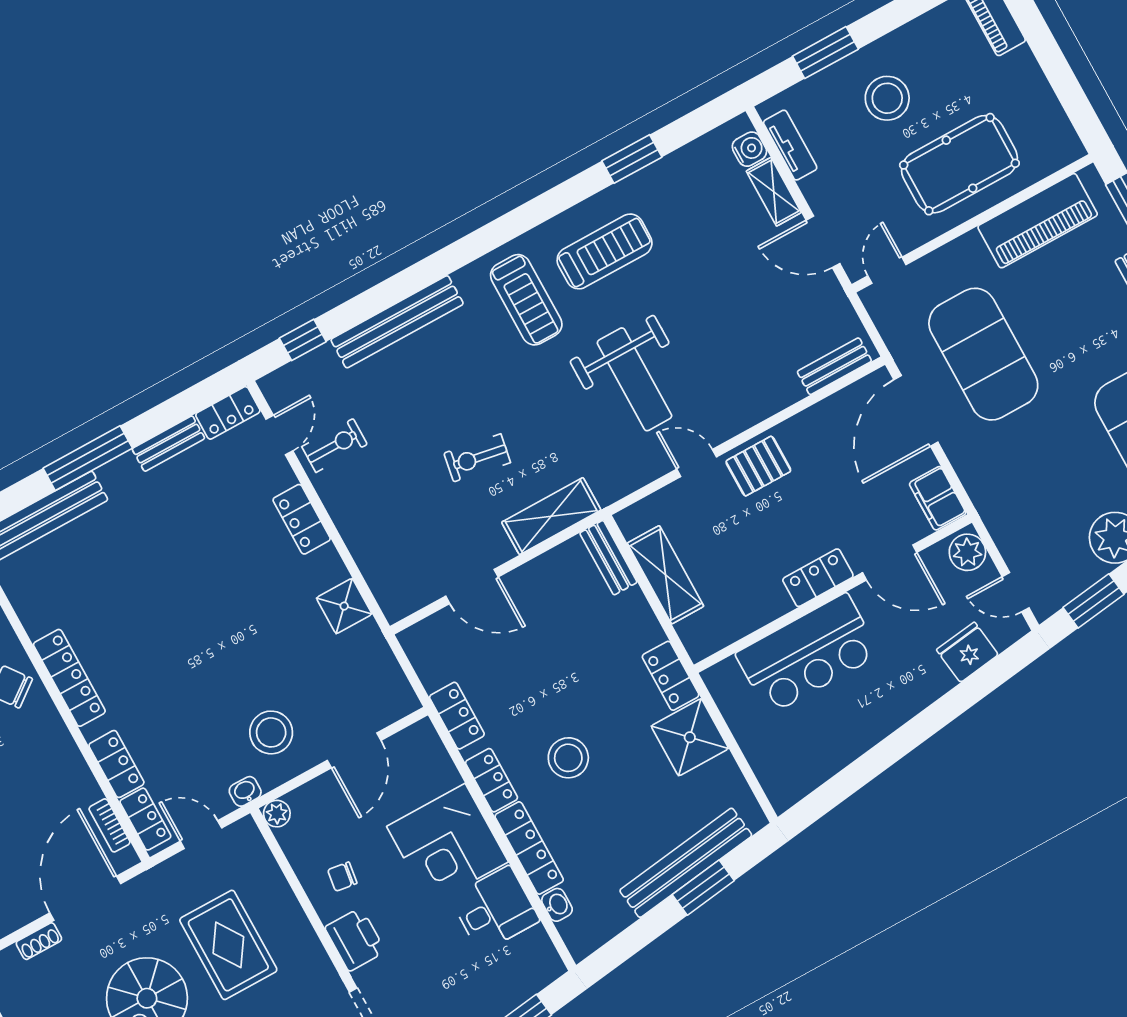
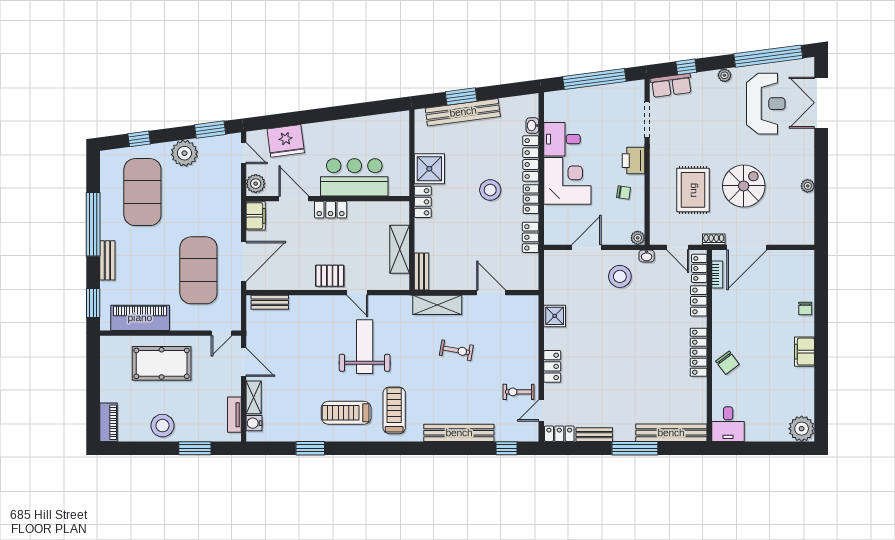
stool: (887, 98) -> (162, 426), moved
fridge: (967, 652) -> (286, 141), width x1.36, depth x1.34
shoe rack: (39, 941) -> (714, 239), moved

